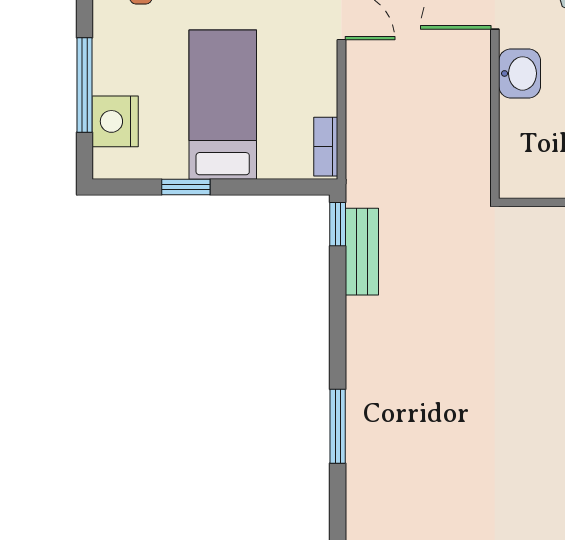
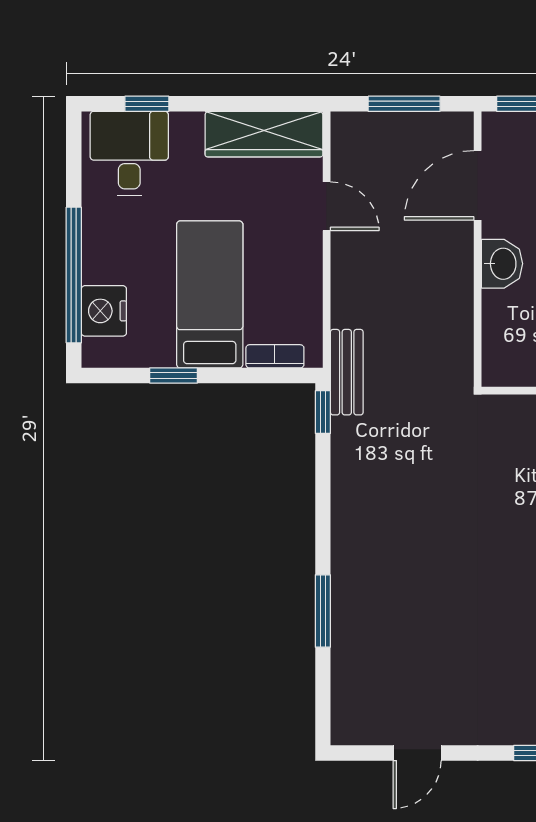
window: (84, 85) -> (74, 275), width x1.46
bookcase: (326, 147) -> (275, 356), moved, turned 90
bench: (362, 252) -> (347, 372), moved

